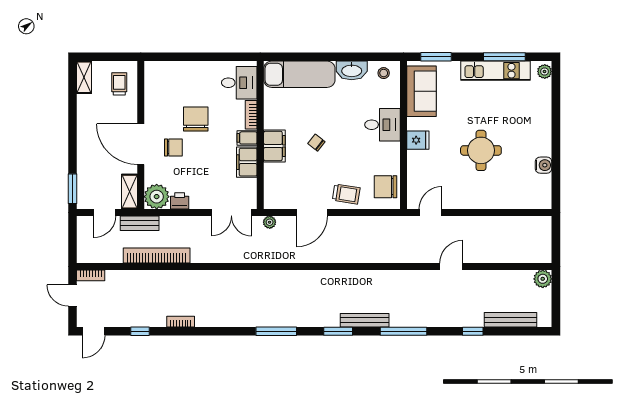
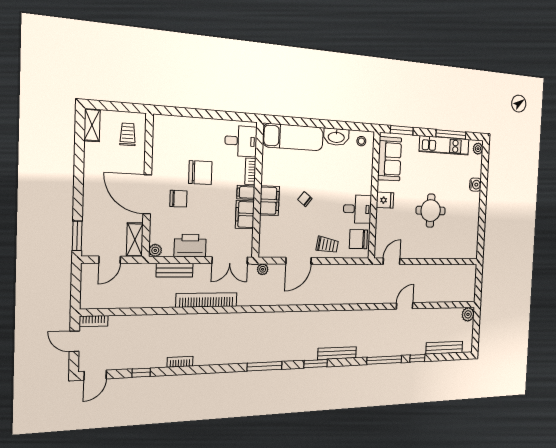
chair: (196, 119) -> (200, 173), turned 90
desk: (383, 125) -> (357, 209), moved
water cooler: (544, 165) -> (475, 185), moved
plant: (157, 197) -> (155, 250), width x0.53, depth x0.53
printer: (180, 201) -> (190, 246), width x1.87, depth x1.48
bench: (140, 223) -> (175, 270), moved
bookcase: (157, 256) -> (207, 300), moved
window: (403, 331) -> (384, 360), moved

